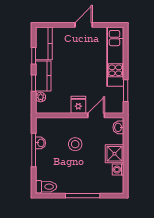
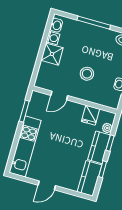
fridge: (78, 105) -> (91, 115), moved
washbasin: (118, 127) -> (56, 25), moved

